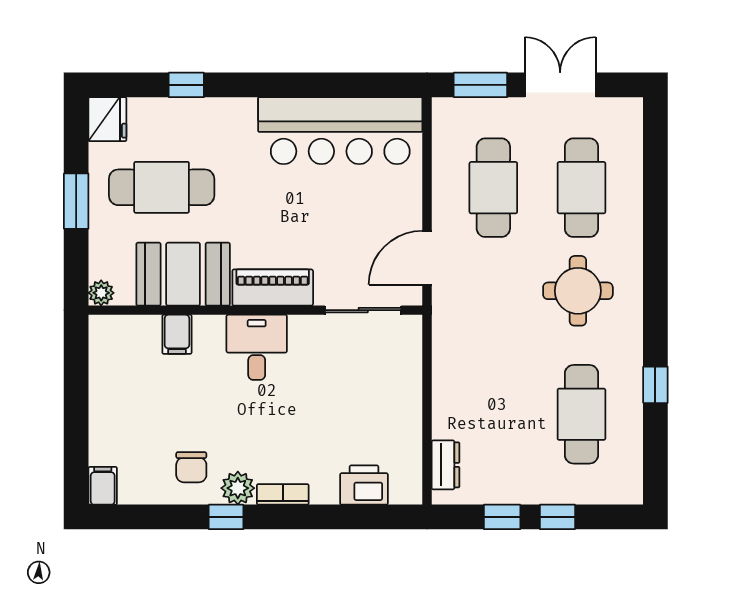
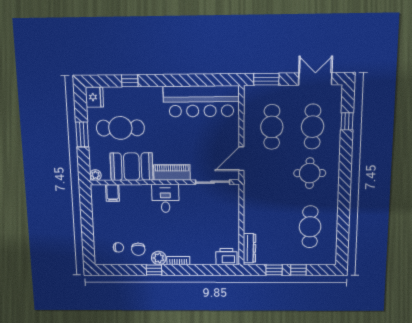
double door: (560, 85) -> (315, 79), moved
filing cabinet: (177, 334) -> (113, 193), moved
window: (655, 385) -> (347, 121), moved
chair: (146, 463) -> (118, 247), added
dresser: (445, 465) -> (249, 248), width x1.44
printer: (364, 485) -> (226, 257), moved
filing cabinet: (103, 486) -> (100, 257), removed

